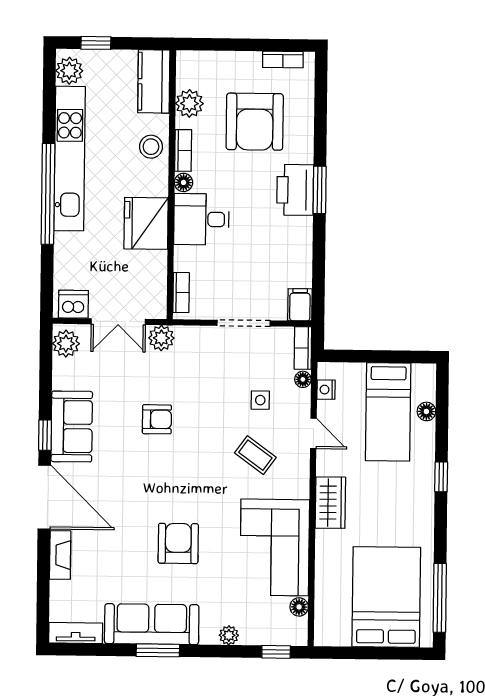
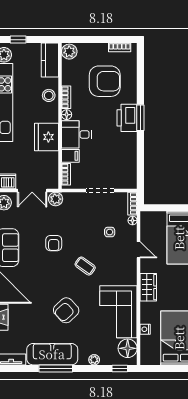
plant: (189, 103) -> (69, 52), moved
armchair: (255, 122) -> (105, 81), turned -90
filing cabinet: (300, 305) -> (70, 156), moved, turned 90
nightstand: (326, 390) -> (145, 329), moved
armchair: (157, 419) -> (54, 243), turned 90
coffee table: (255, 455) -> (85, 266), moved
armchair: (178, 543) -> (66, 310), turned -133
floor lamp: (299, 607) -> (128, 348), width x1.89, depth x1.89
window: (158, 650) -> (56, 368), width x1.44

